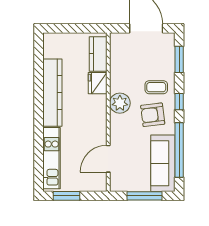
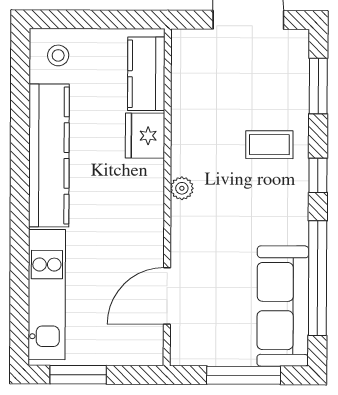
stool: (57, 45) -> (58, 55), added
plant: (120, 103) -> (182, 188), width x0.53, depth x0.53
armchair: (153, 115) -> (262, 203), removed

